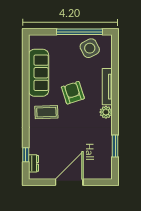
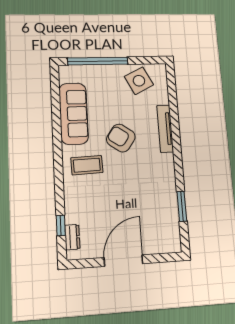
window: (79, 32) -> (98, 61), moved
armchair: (73, 93) -> (121, 138), turned -37
plant: (106, 112) -> (166, 162), removed

